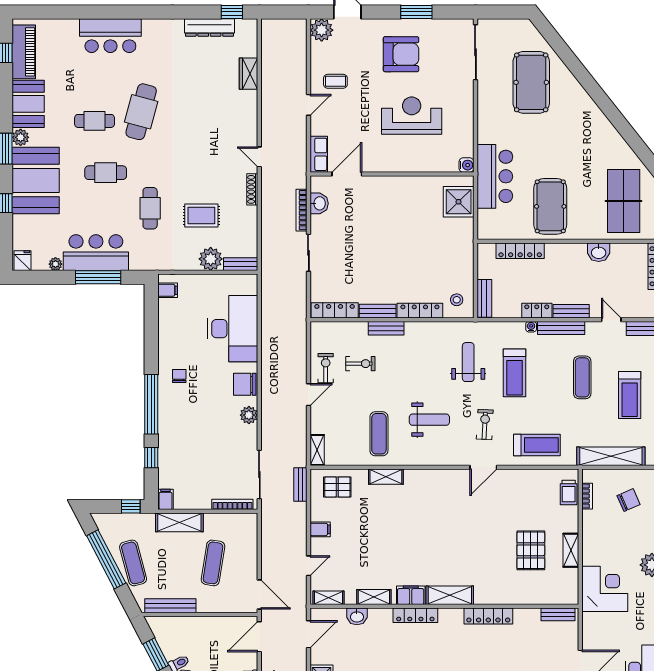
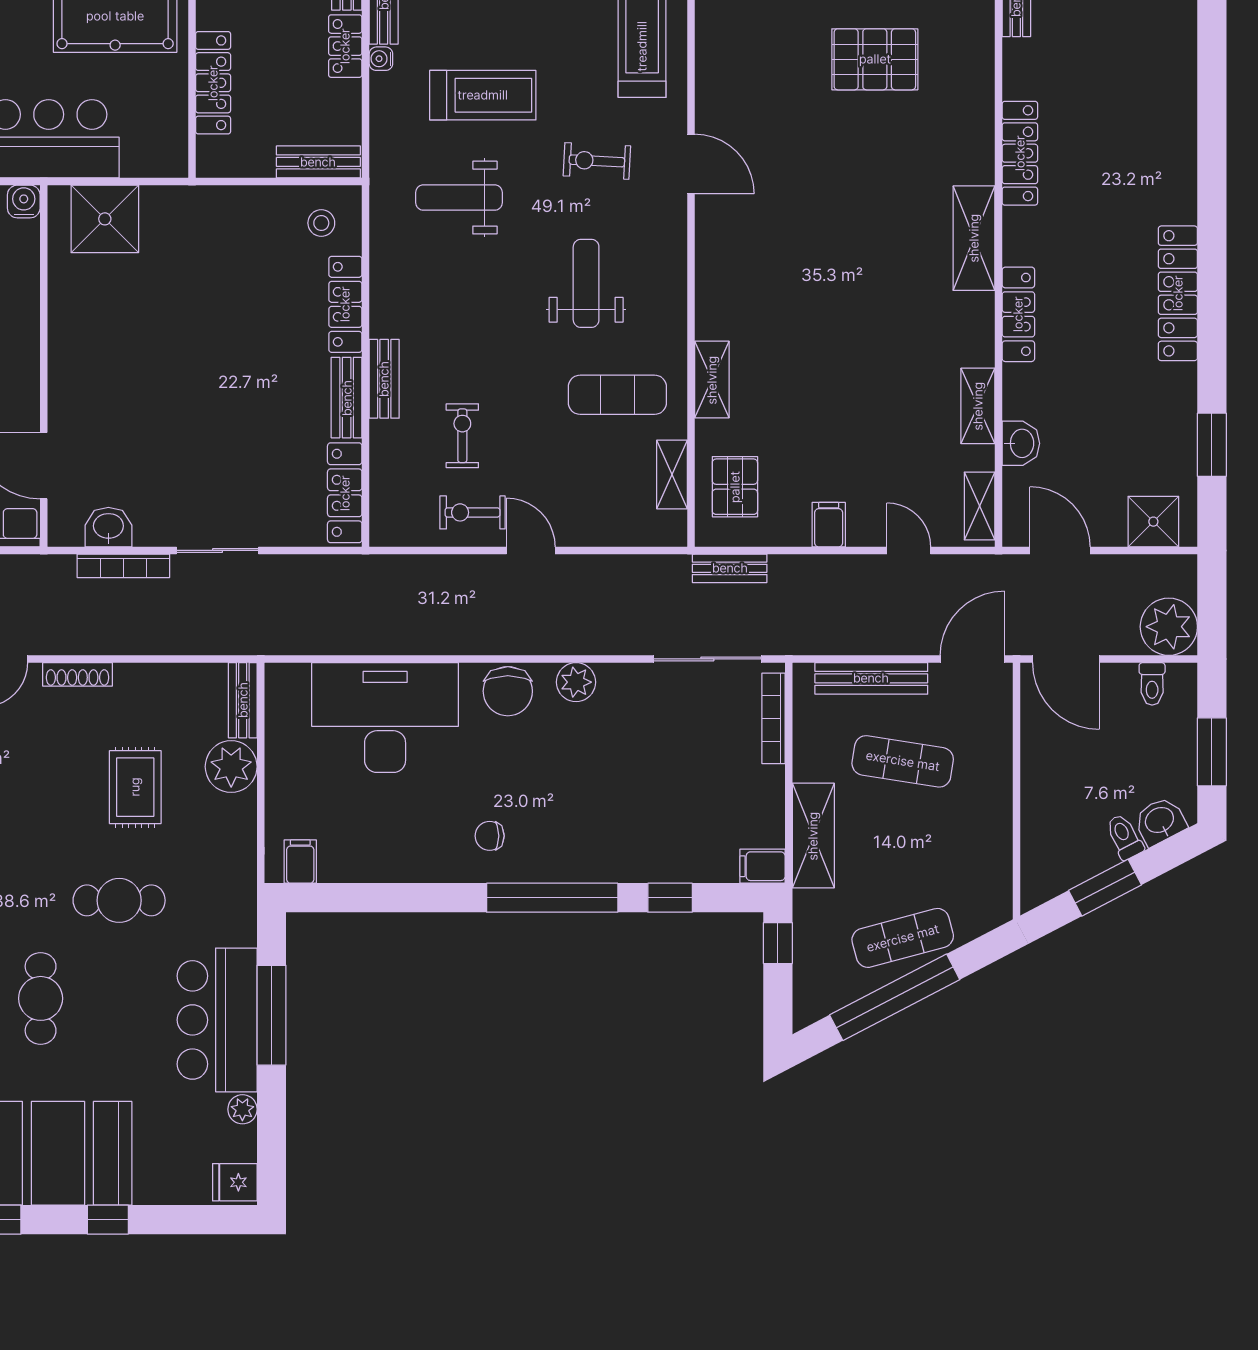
shelving: (317, 450) -> (672, 475), moved, turned 90
filing cabinet: (411, 595) -> (974, 325), removed
bench: (170, 606) -> (871, 678), moved, turned 90

